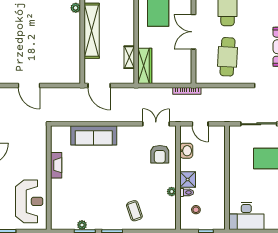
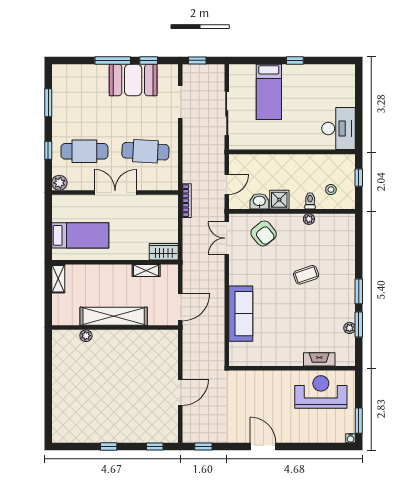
double door: (194, 32) -> (115, 193), swing flipped
wardrobe: (145, 66) -> (164, 252), width x0.67
armchair: (160, 154) -> (264, 233), turned 51
fireplace: (56, 165) -> (319, 359), moved
shower: (188, 179) -> (279, 200), moved
coffee table: (134, 211) -> (306, 275), moved

